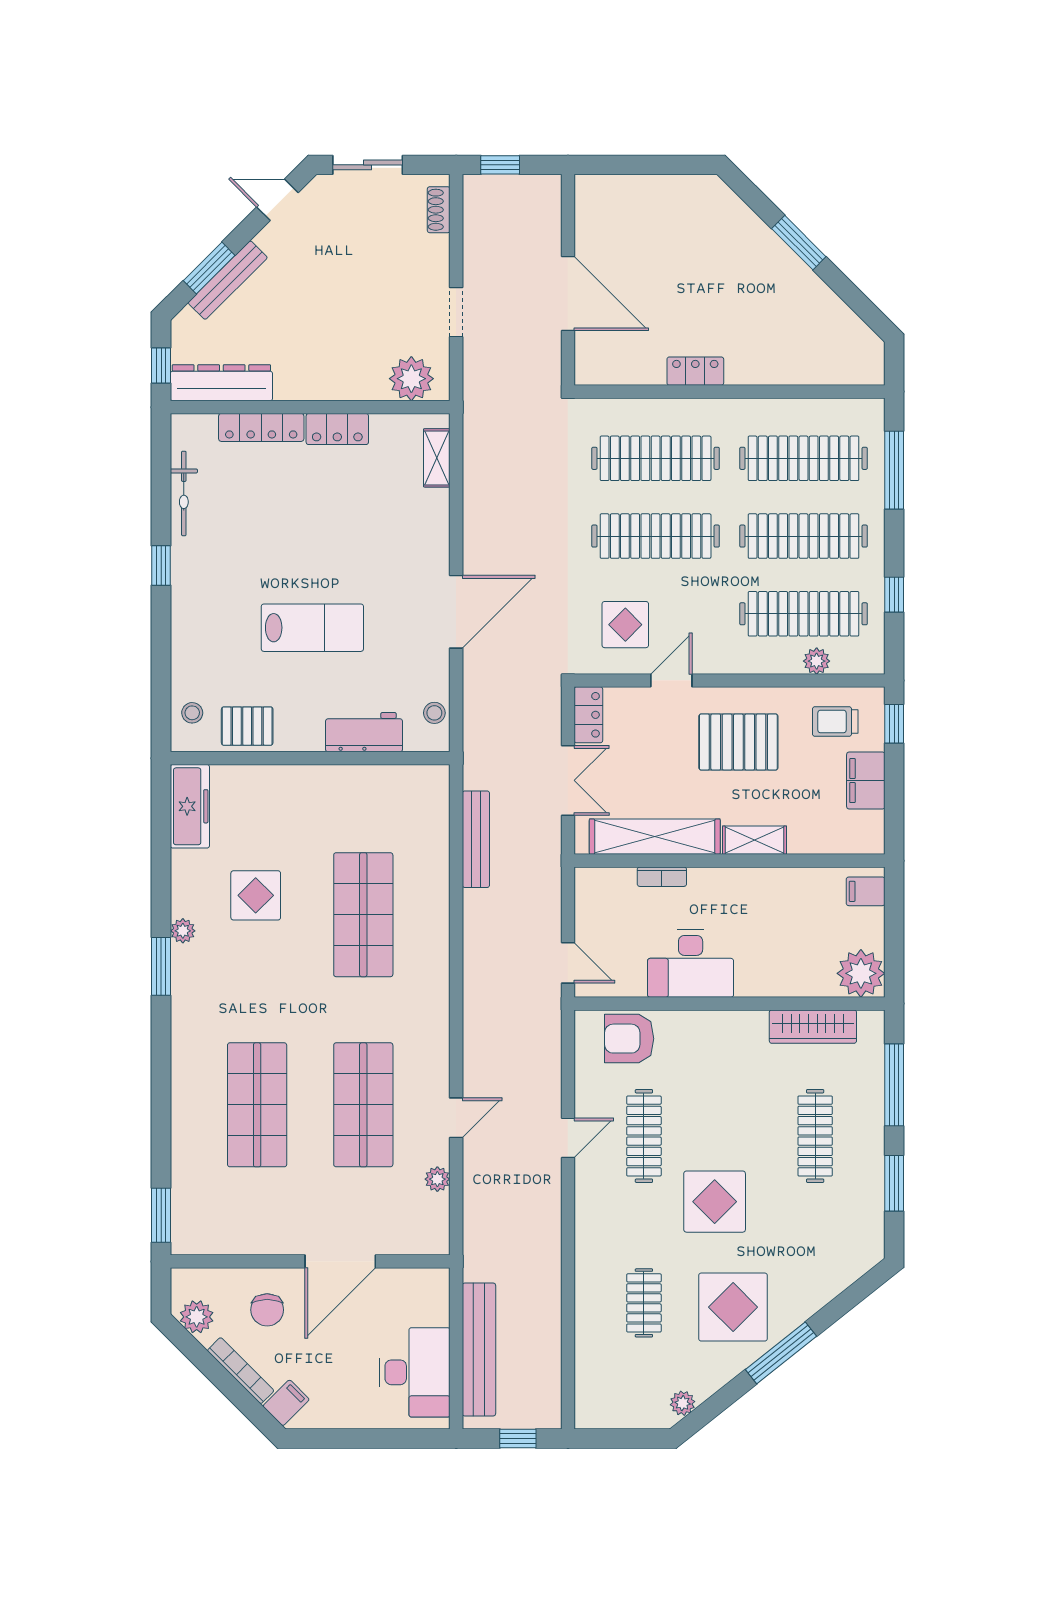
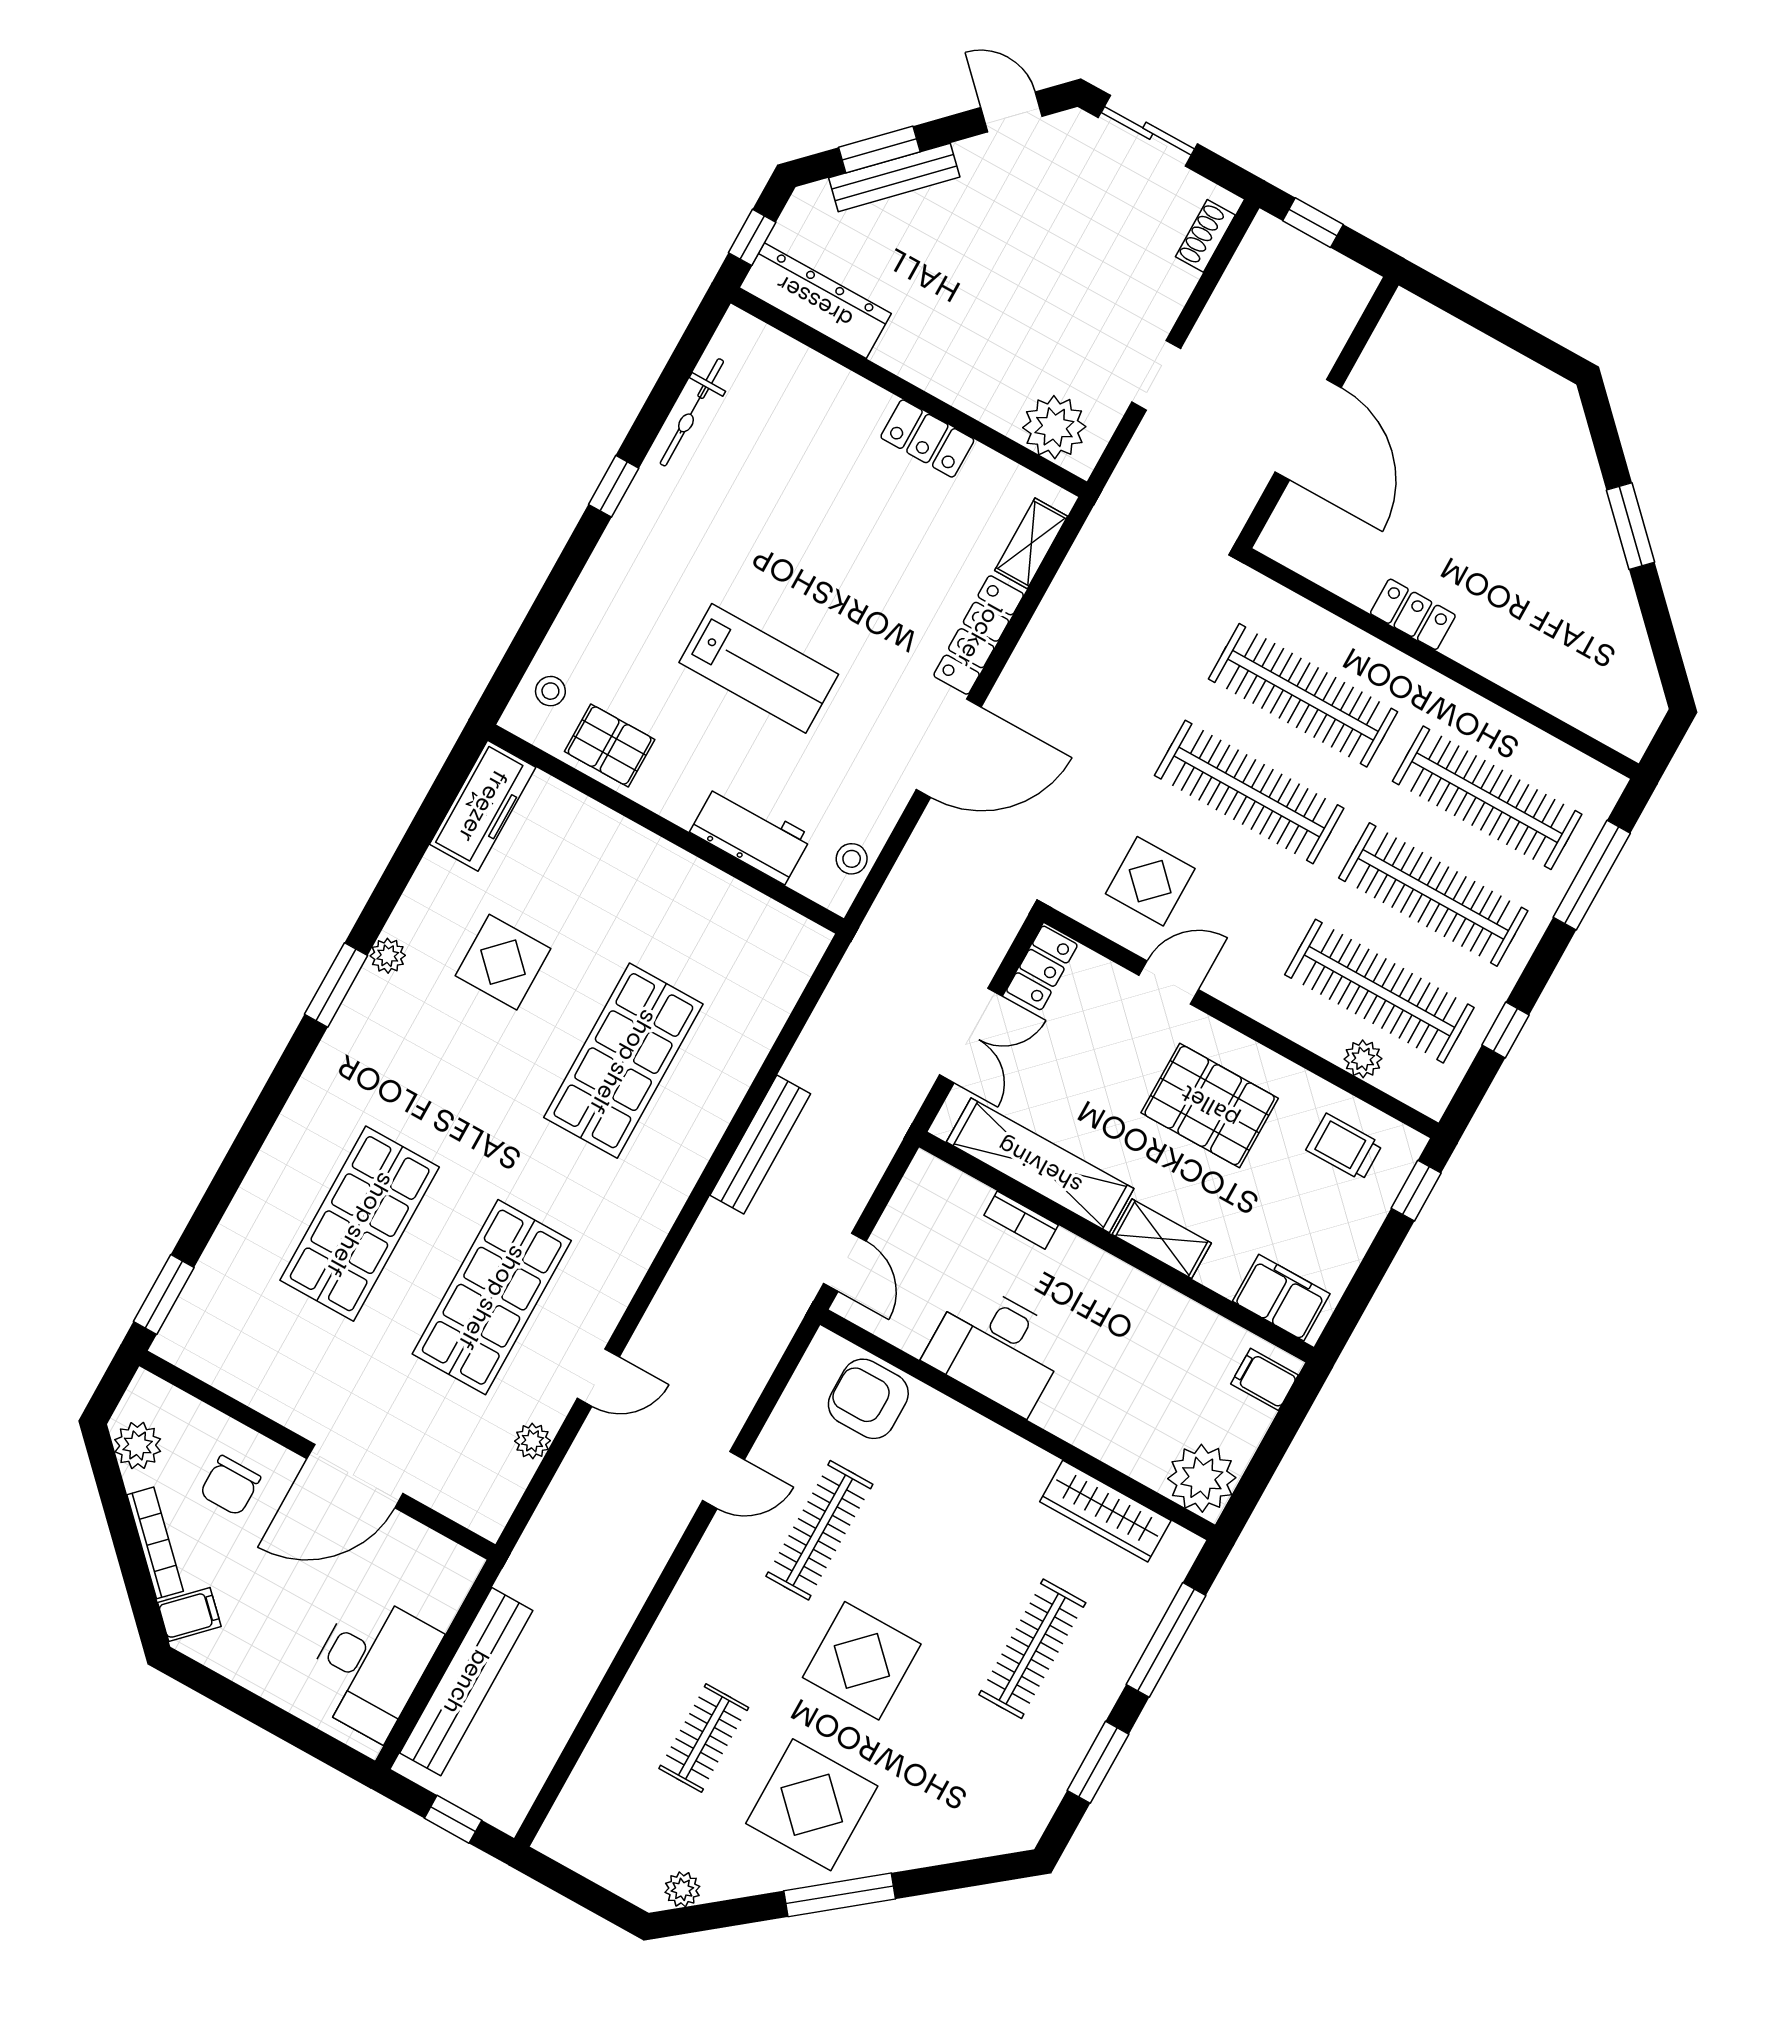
locker: (261, 427) -> (979, 635), moved, turned 90
filing cabinet: (866, 781) -> (1281, 1298), moved, turned 90
bench: (476, 839) -> (760, 1145), moved

